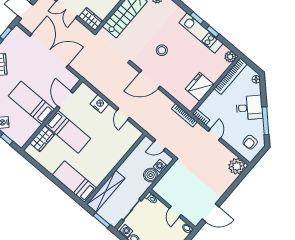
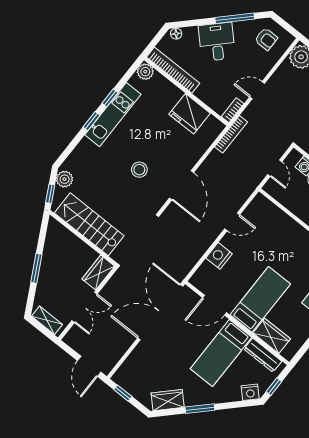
double door: (49, 51) -> (160, 312), moved
dresser: (29, 132) -> (263, 355), added

